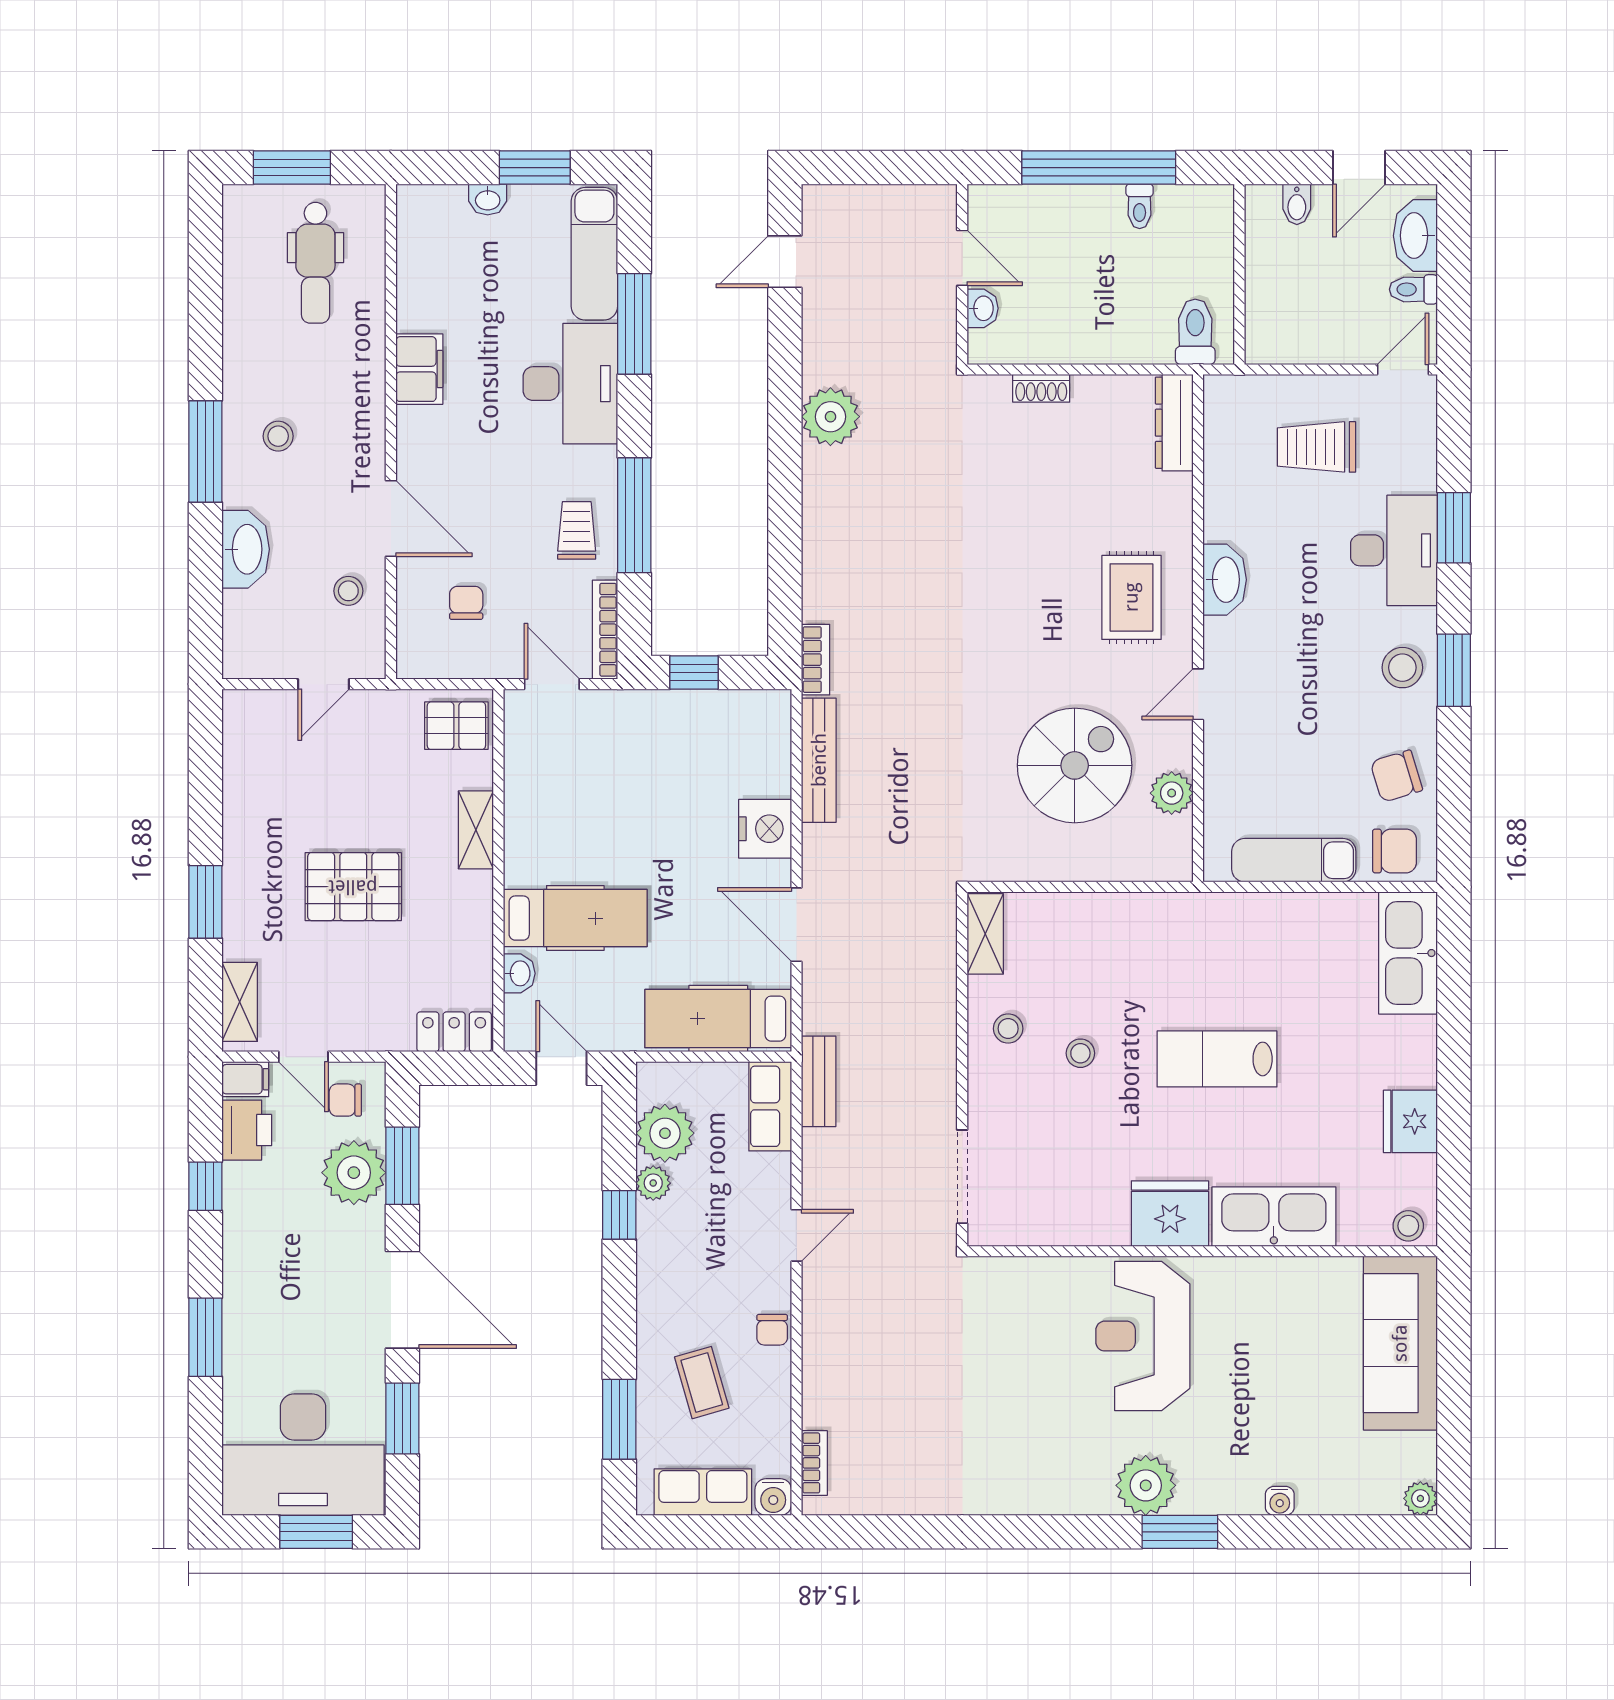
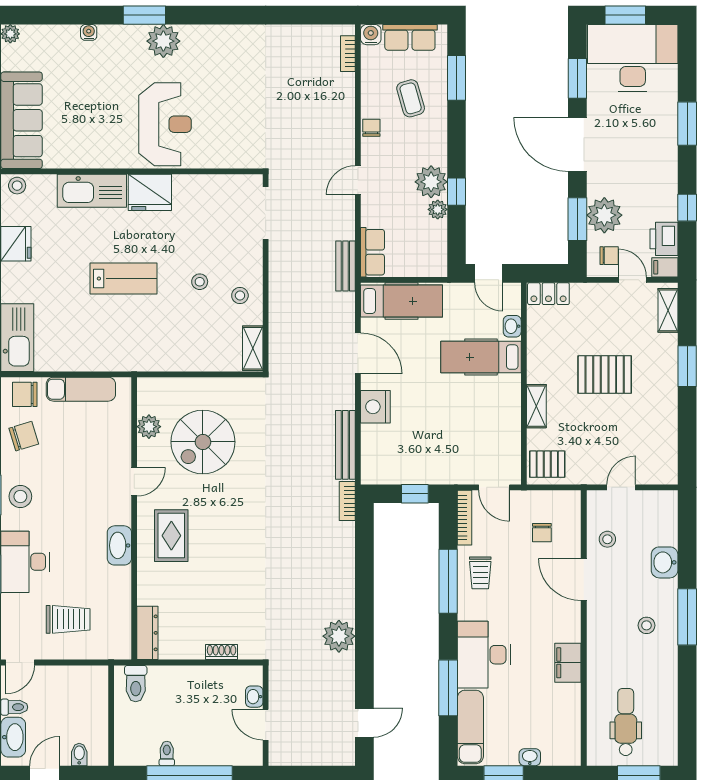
washbasin: (246, 549) -> (665, 562), width x0.72
plant: (665, 1133) -> (431, 182), moved

